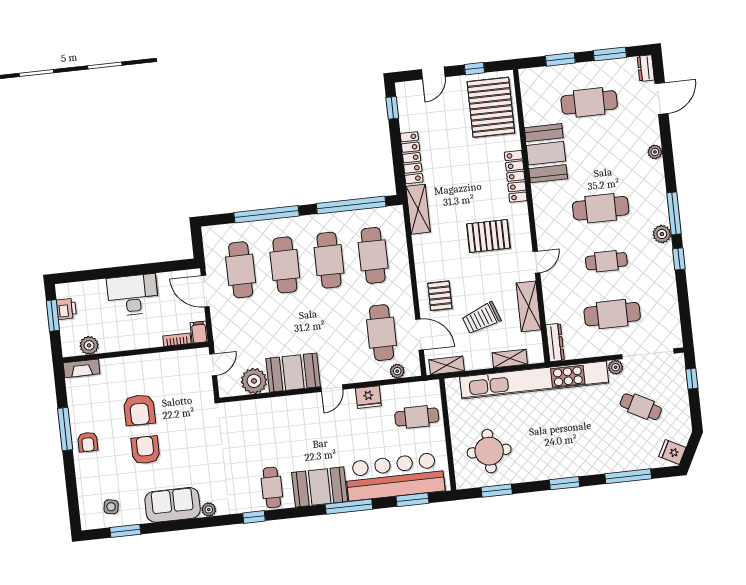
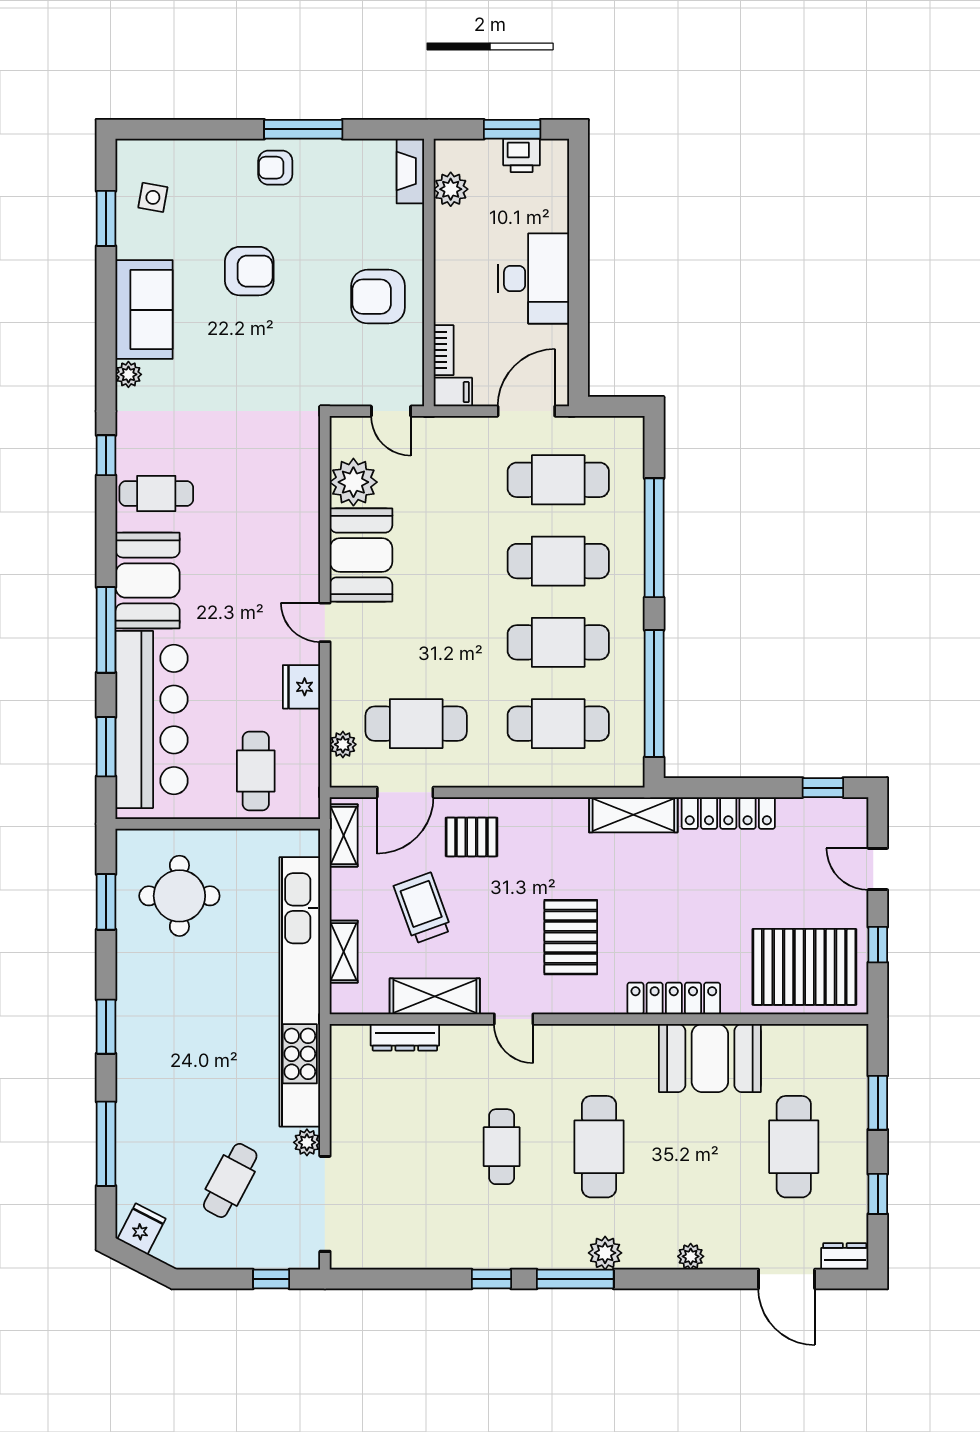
window: (610, 54) -> (878, 1194), width x0.67
plant: (662, 234) -> (605, 1253), moved
cafe table: (612, 314) -> (404, 1147), removed
dresser: (555, 342) -> (405, 1037), moved
armchair: (139, 410) -> (378, 297), moved

